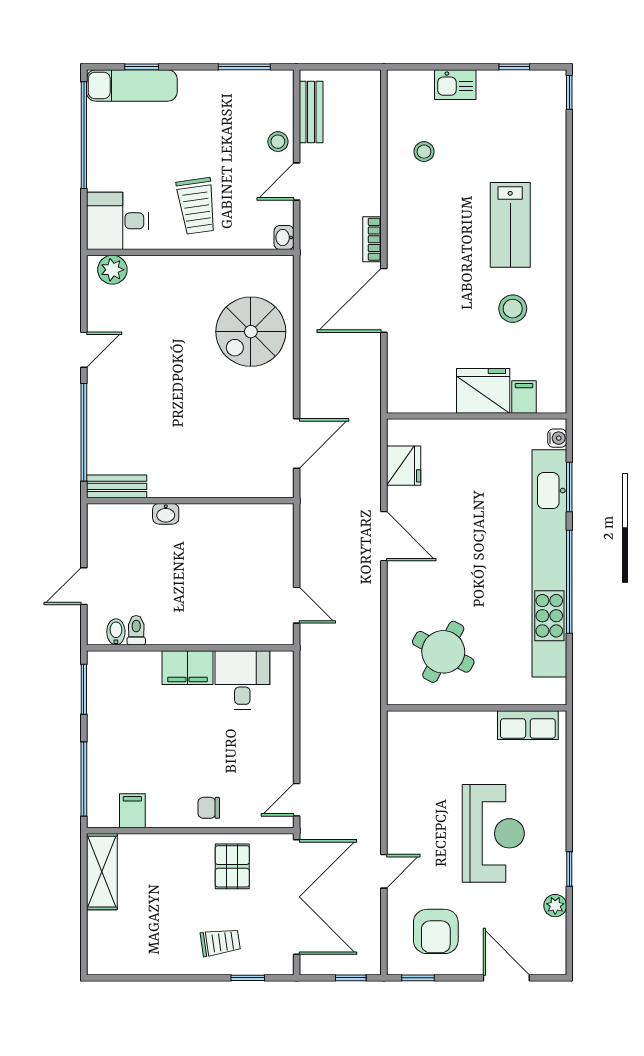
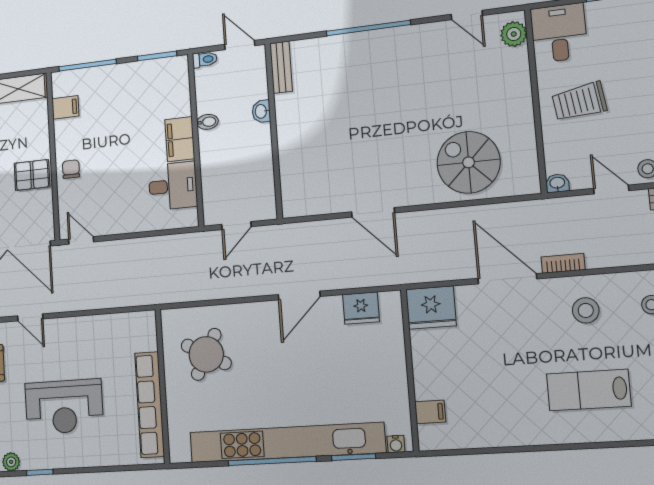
stool: (513, 309) -> (586, 310), moved
door: (84, 350) -> (467, 15), moved
fridge: (483, 391) -> (431, 308), moved, turned 90
bench: (117, 486) -> (281, 67), moved
wall: (190, 501) -> (274, 131), moved
washbasin: (166, 514) -> (261, 111), moved
toilet: (136, 630) -> (205, 60), moved
bidet: (116, 632) -> (207, 122), moved
row of seats: (528, 725) -> (150, 405), width x2.02
pallet: (232, 866) -> (32, 175), moved

